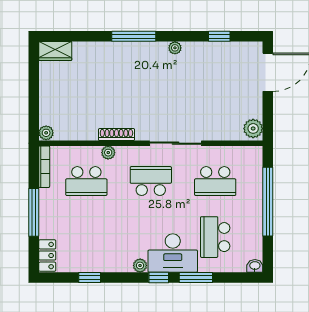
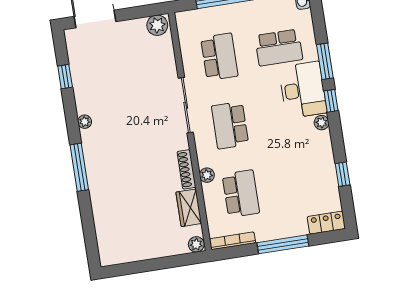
wardrobe: (55, 51) -> (189, 208), moved, turned 180

